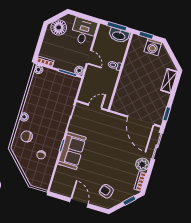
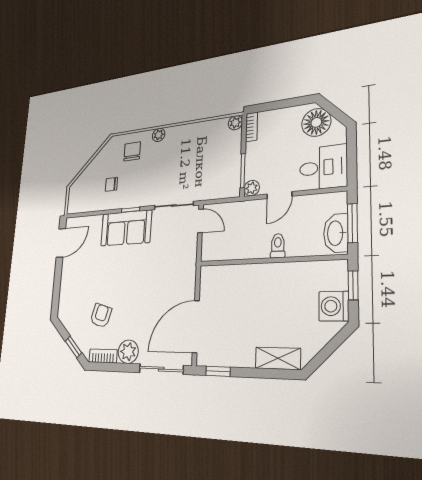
door: (95, 107) -> (200, 221), moved
armchair: (106, 191) -> (101, 316), moved
door: (79, 203) -> (61, 243), moved

